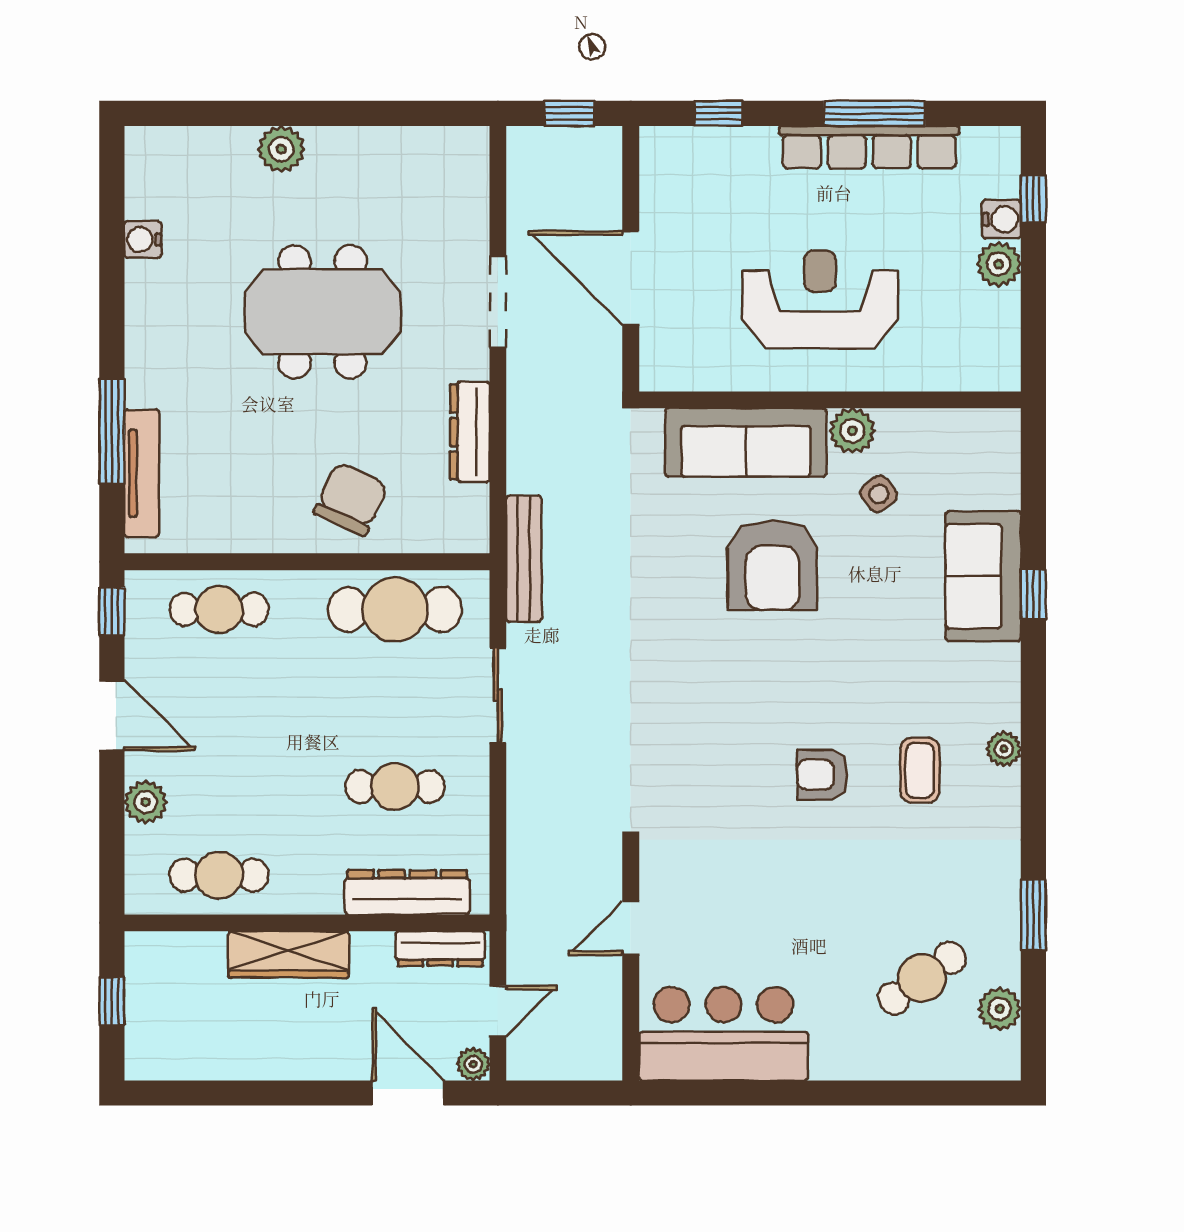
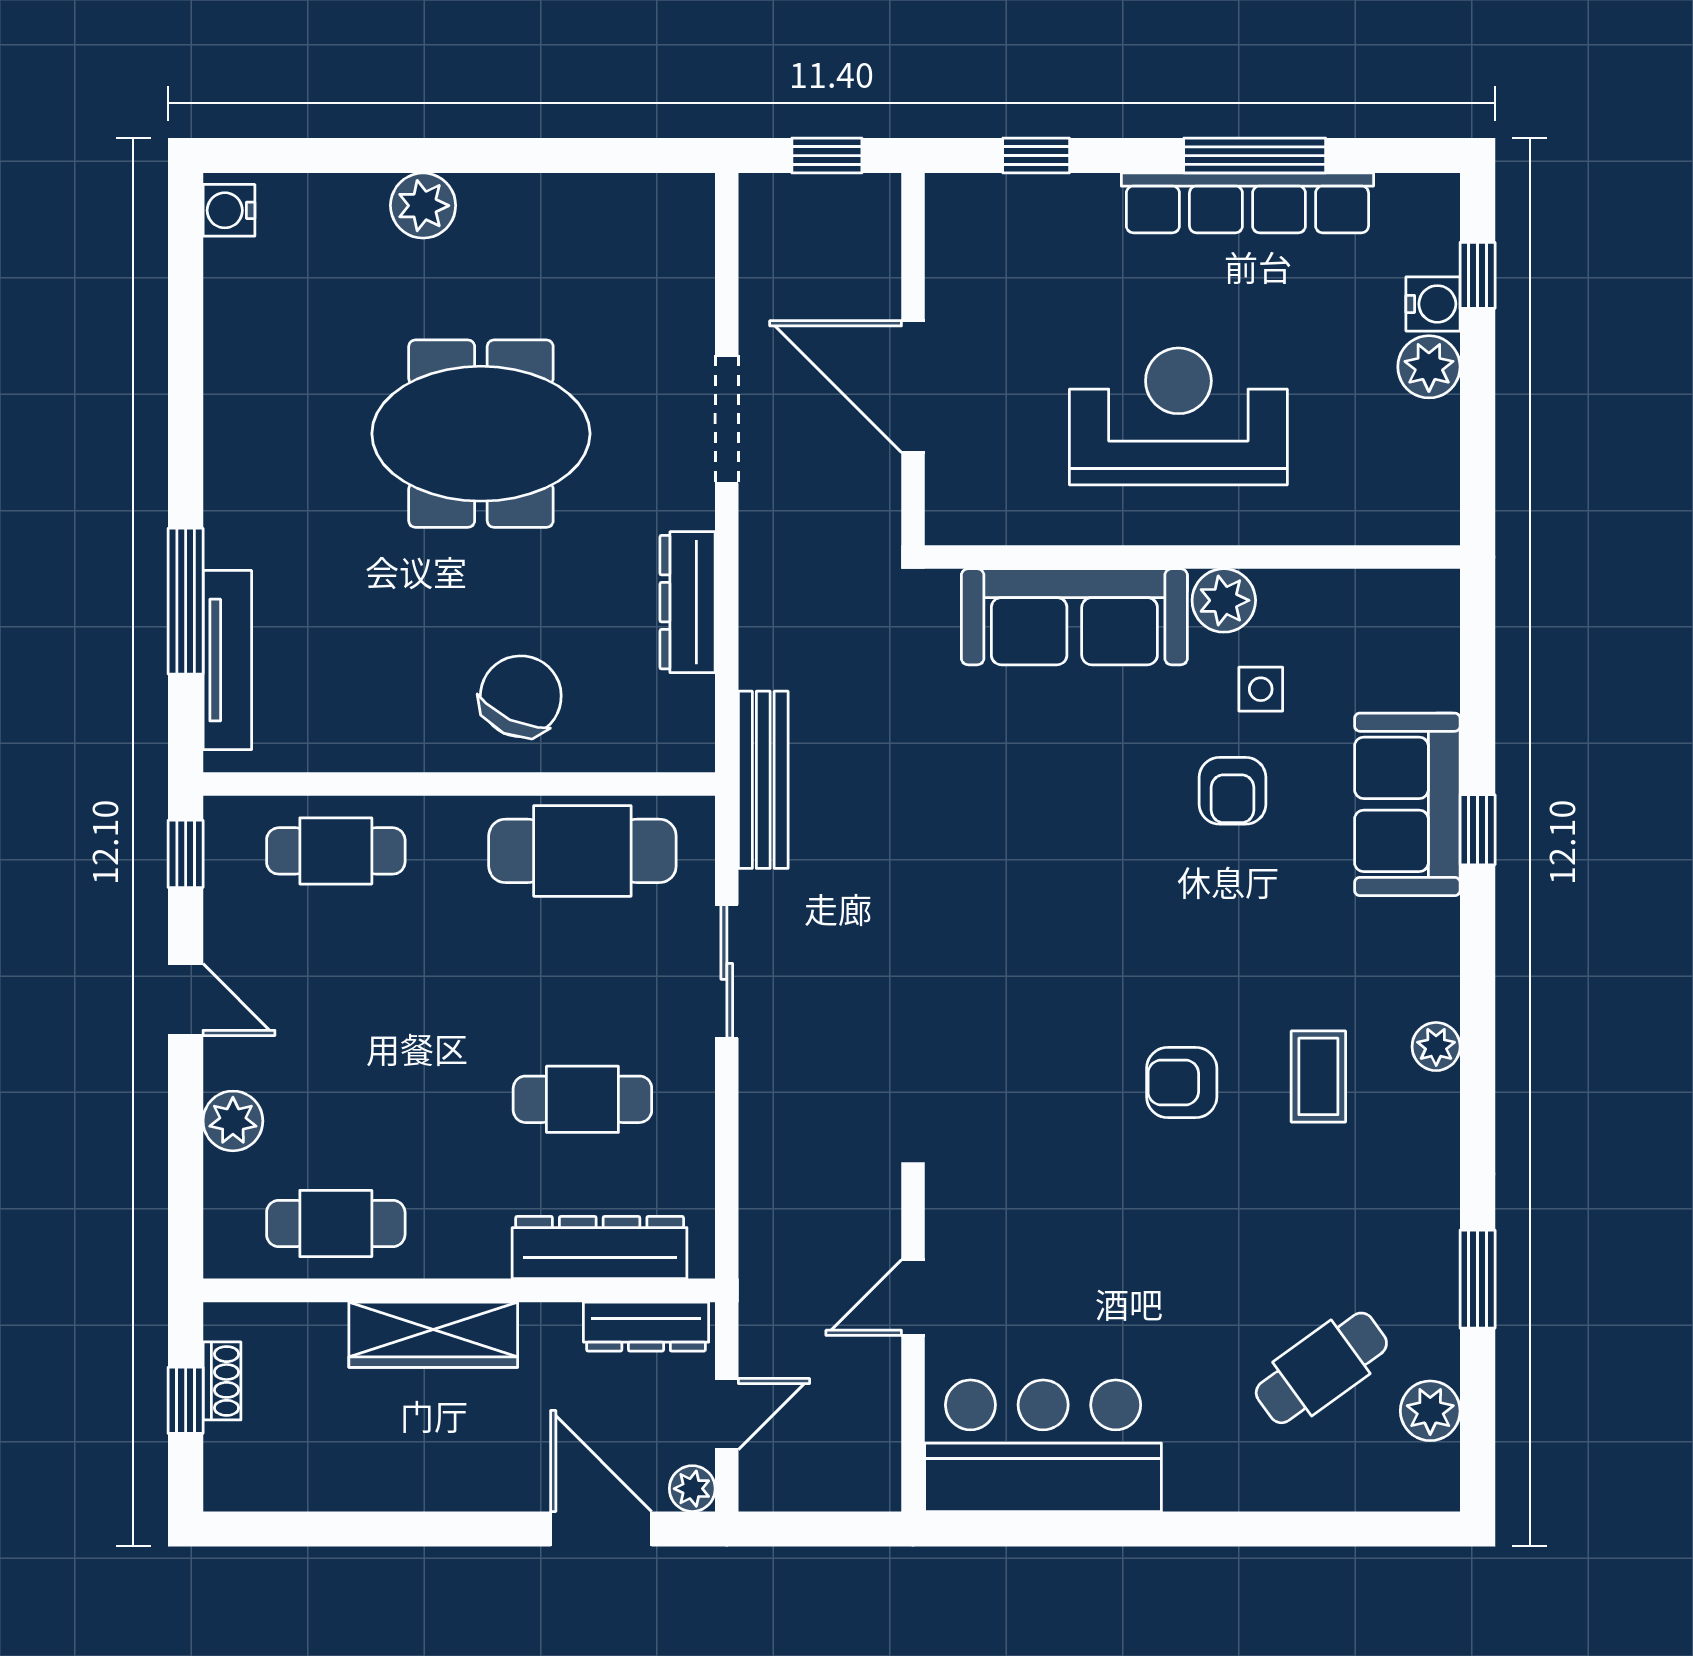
water cooler: (143, 240) -> (229, 210), moved
side table: (879, 494) -> (1261, 689), turned 38
armchair: (772, 565) -> (1233, 791), moved, width x0.53, depth x0.53
door: (112, 715) -> (186, 1000), width x0.73
shoe rack: (138, 987) -> (222, 1381), added

